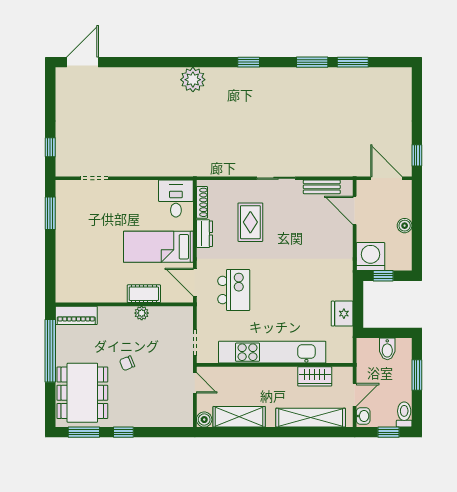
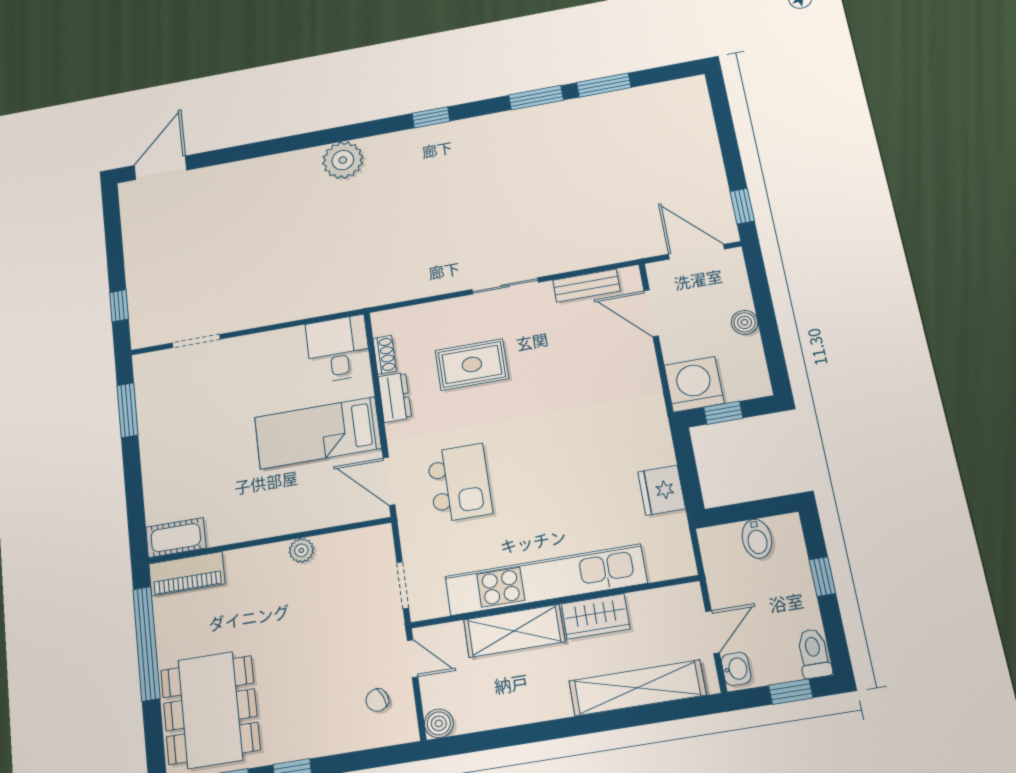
shoe rack: (202, 202) -> (385, 355), width x0.70
rug: (250, 222) -> (472, 364), turned 90
cot: (144, 294) -> (176, 538), moved
chair: (127, 363) -> (377, 700), moved
window: (417, 375) -> (822, 577), width x0.67
wardrobe: (315, 376) -> (596, 616), moved
shelving: (239, 417) -> (514, 631), moved

